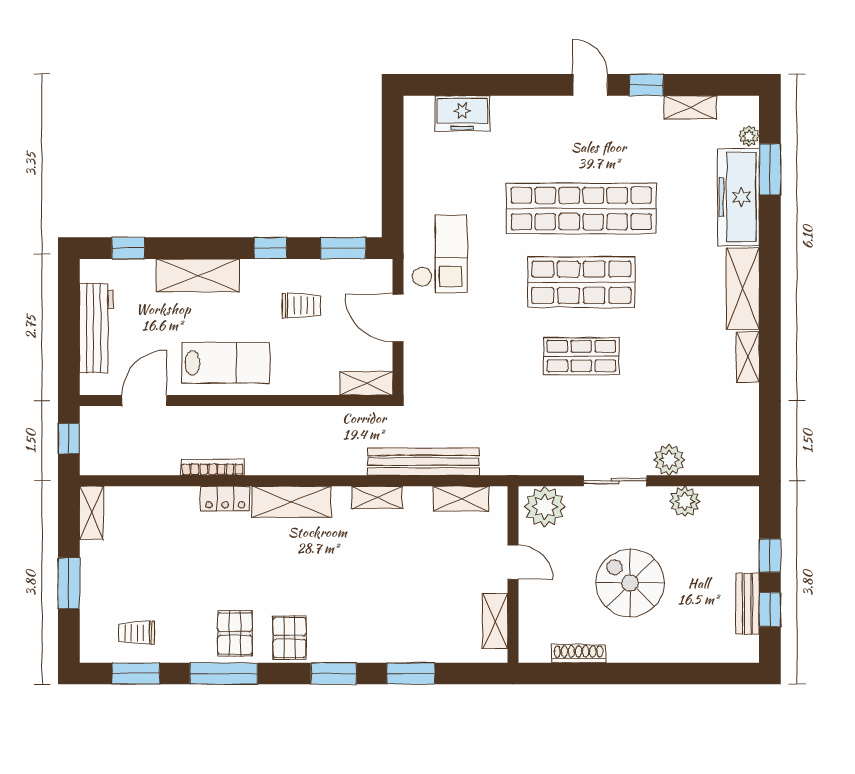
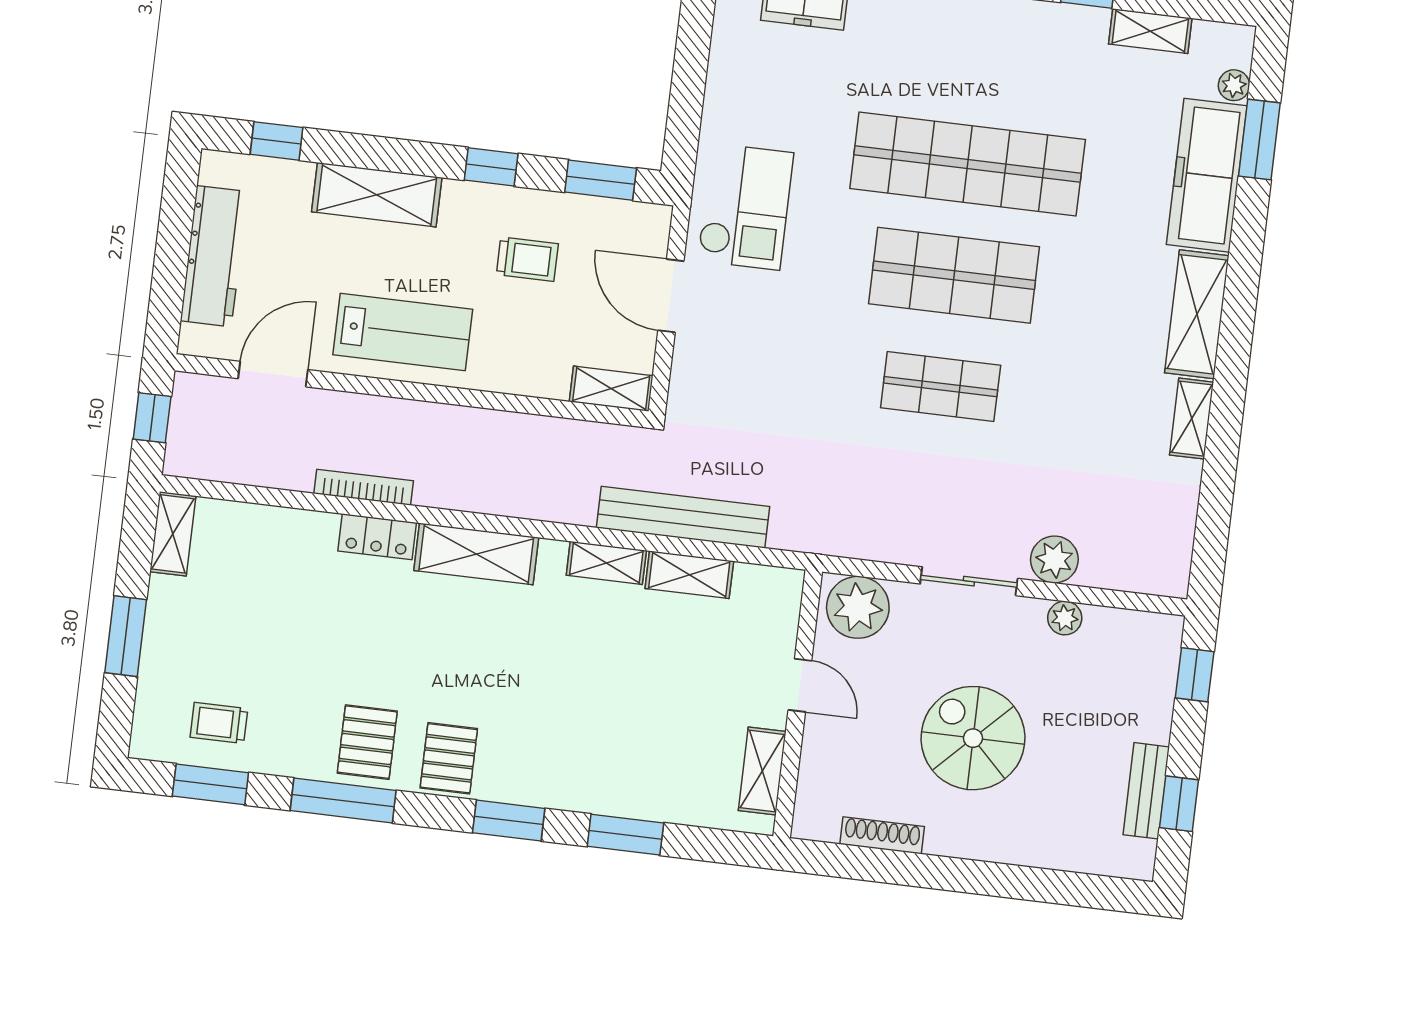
shelving: (461, 499) -> (689, 575), moved
plant: (685, 501) -> (1065, 618), width x0.73, depth x0.73
window: (770, 556) -> (1195, 675), moved

